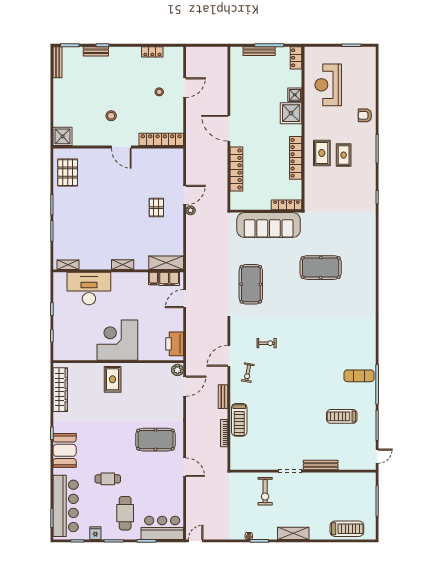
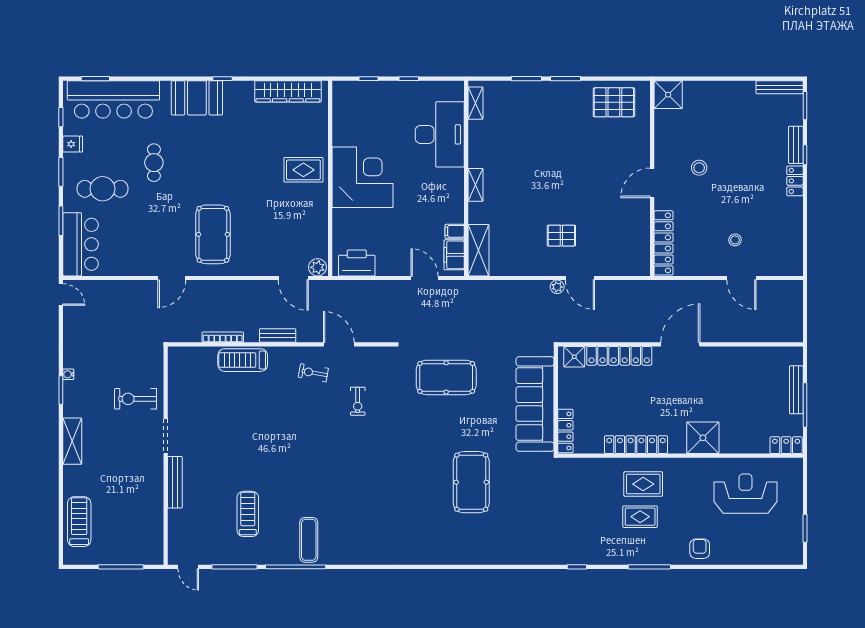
locker: (152, 52) -> (795, 181), moved
shower: (295, 95) -> (574, 357), moved
treadmill: (347, 529) -> (79, 522), turned 180

